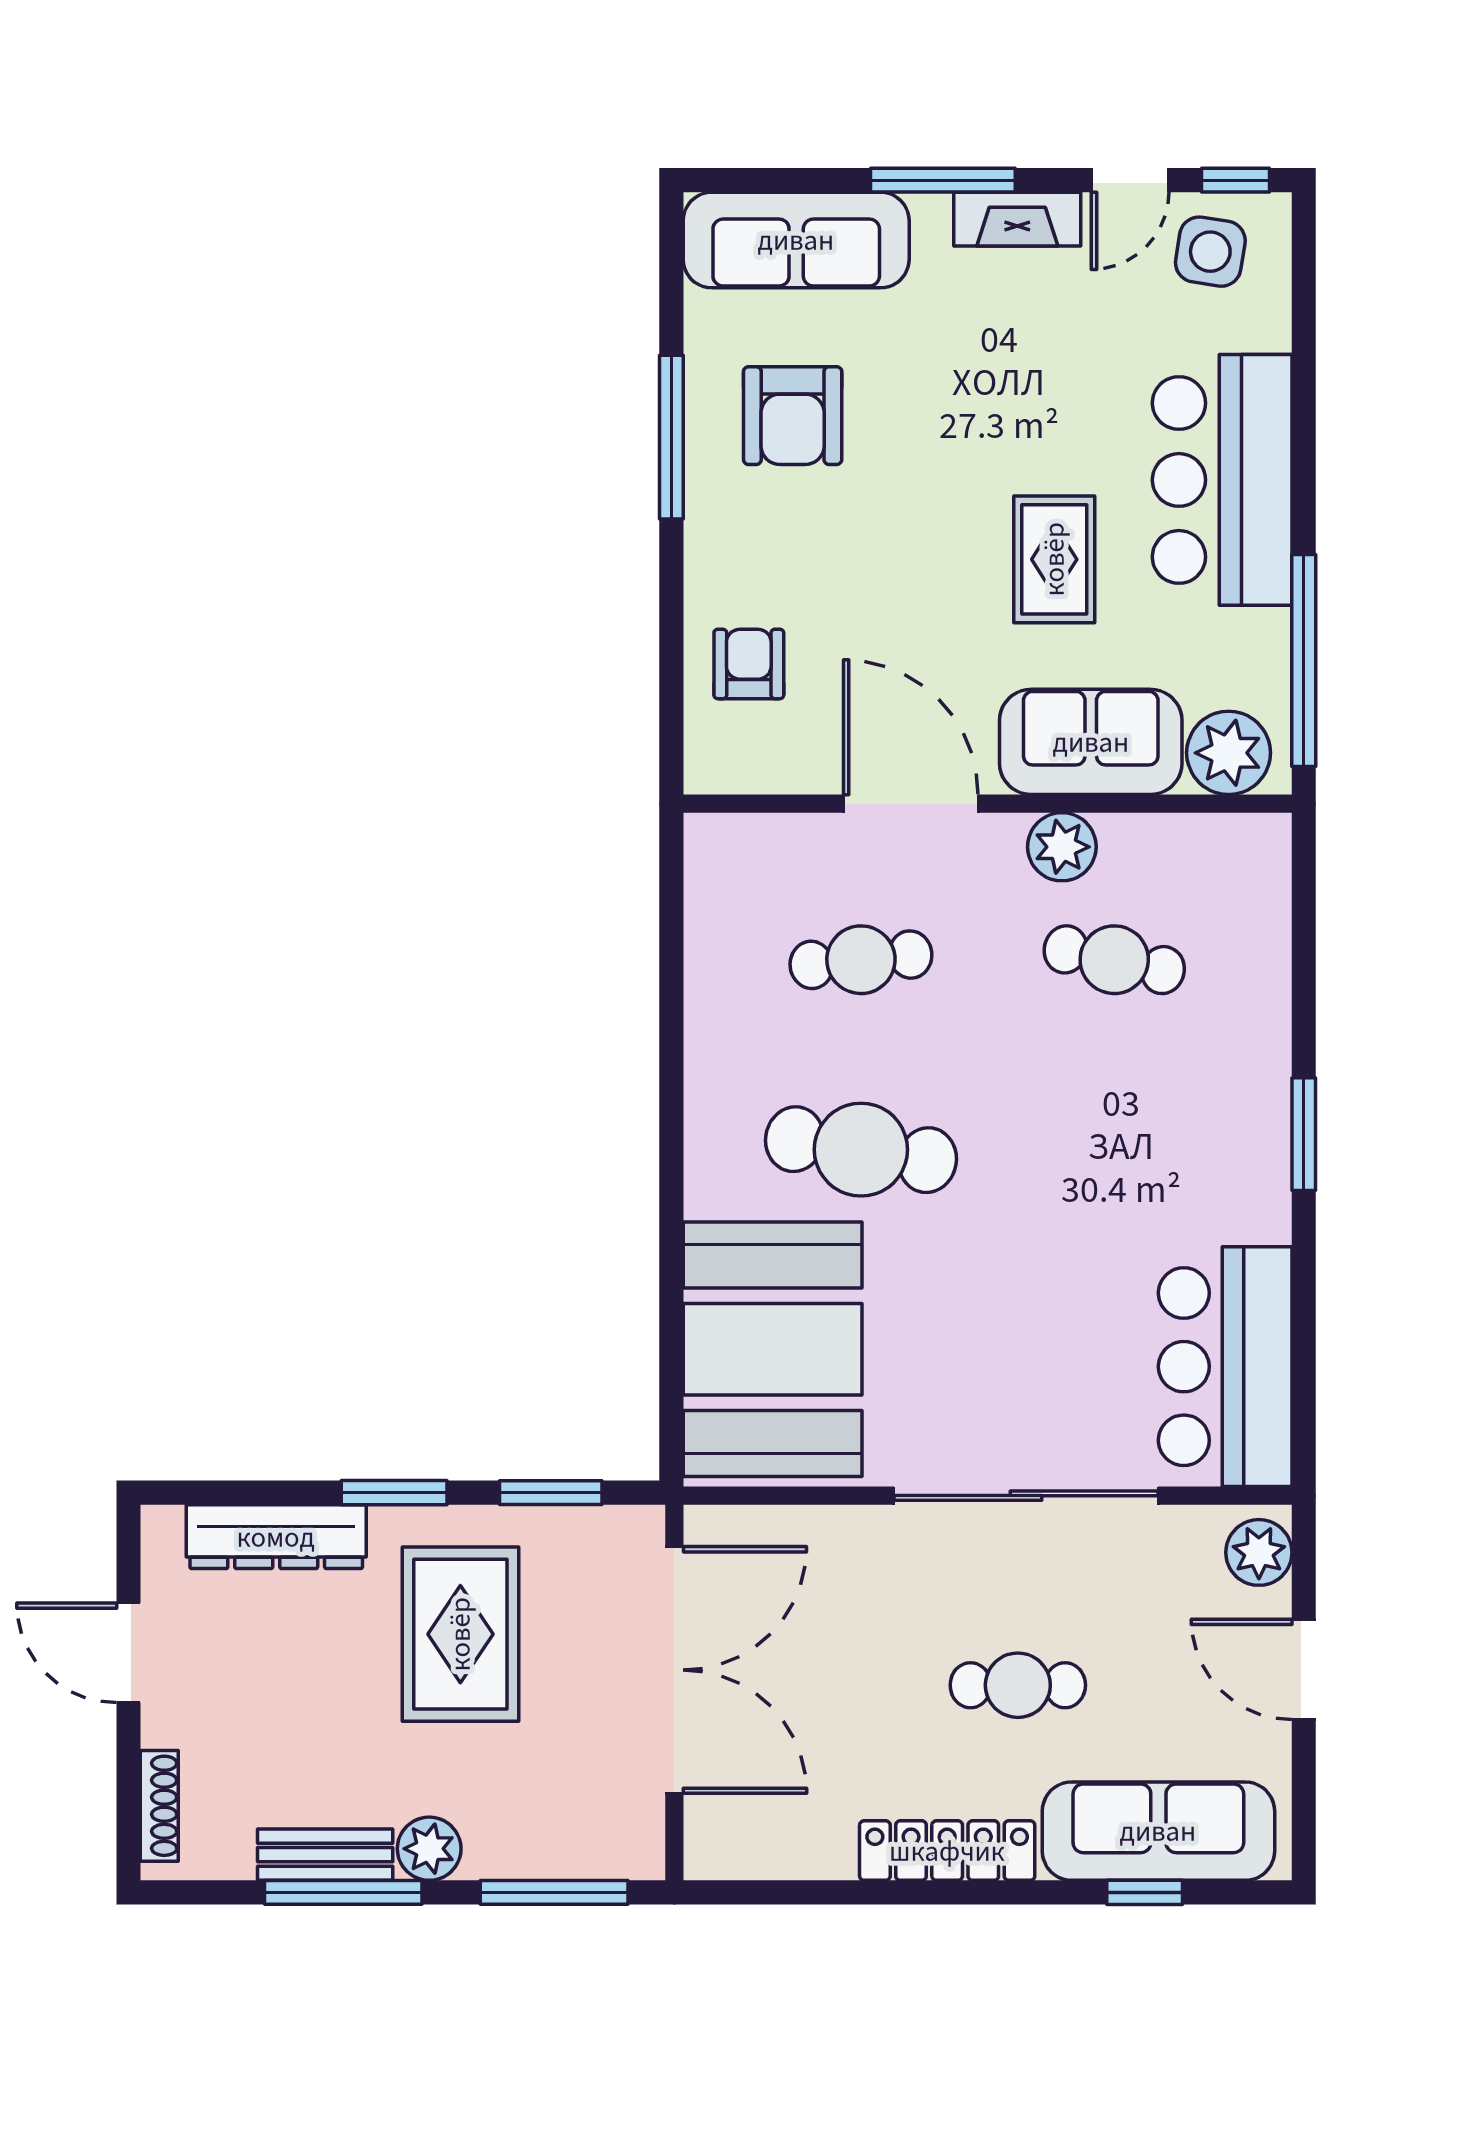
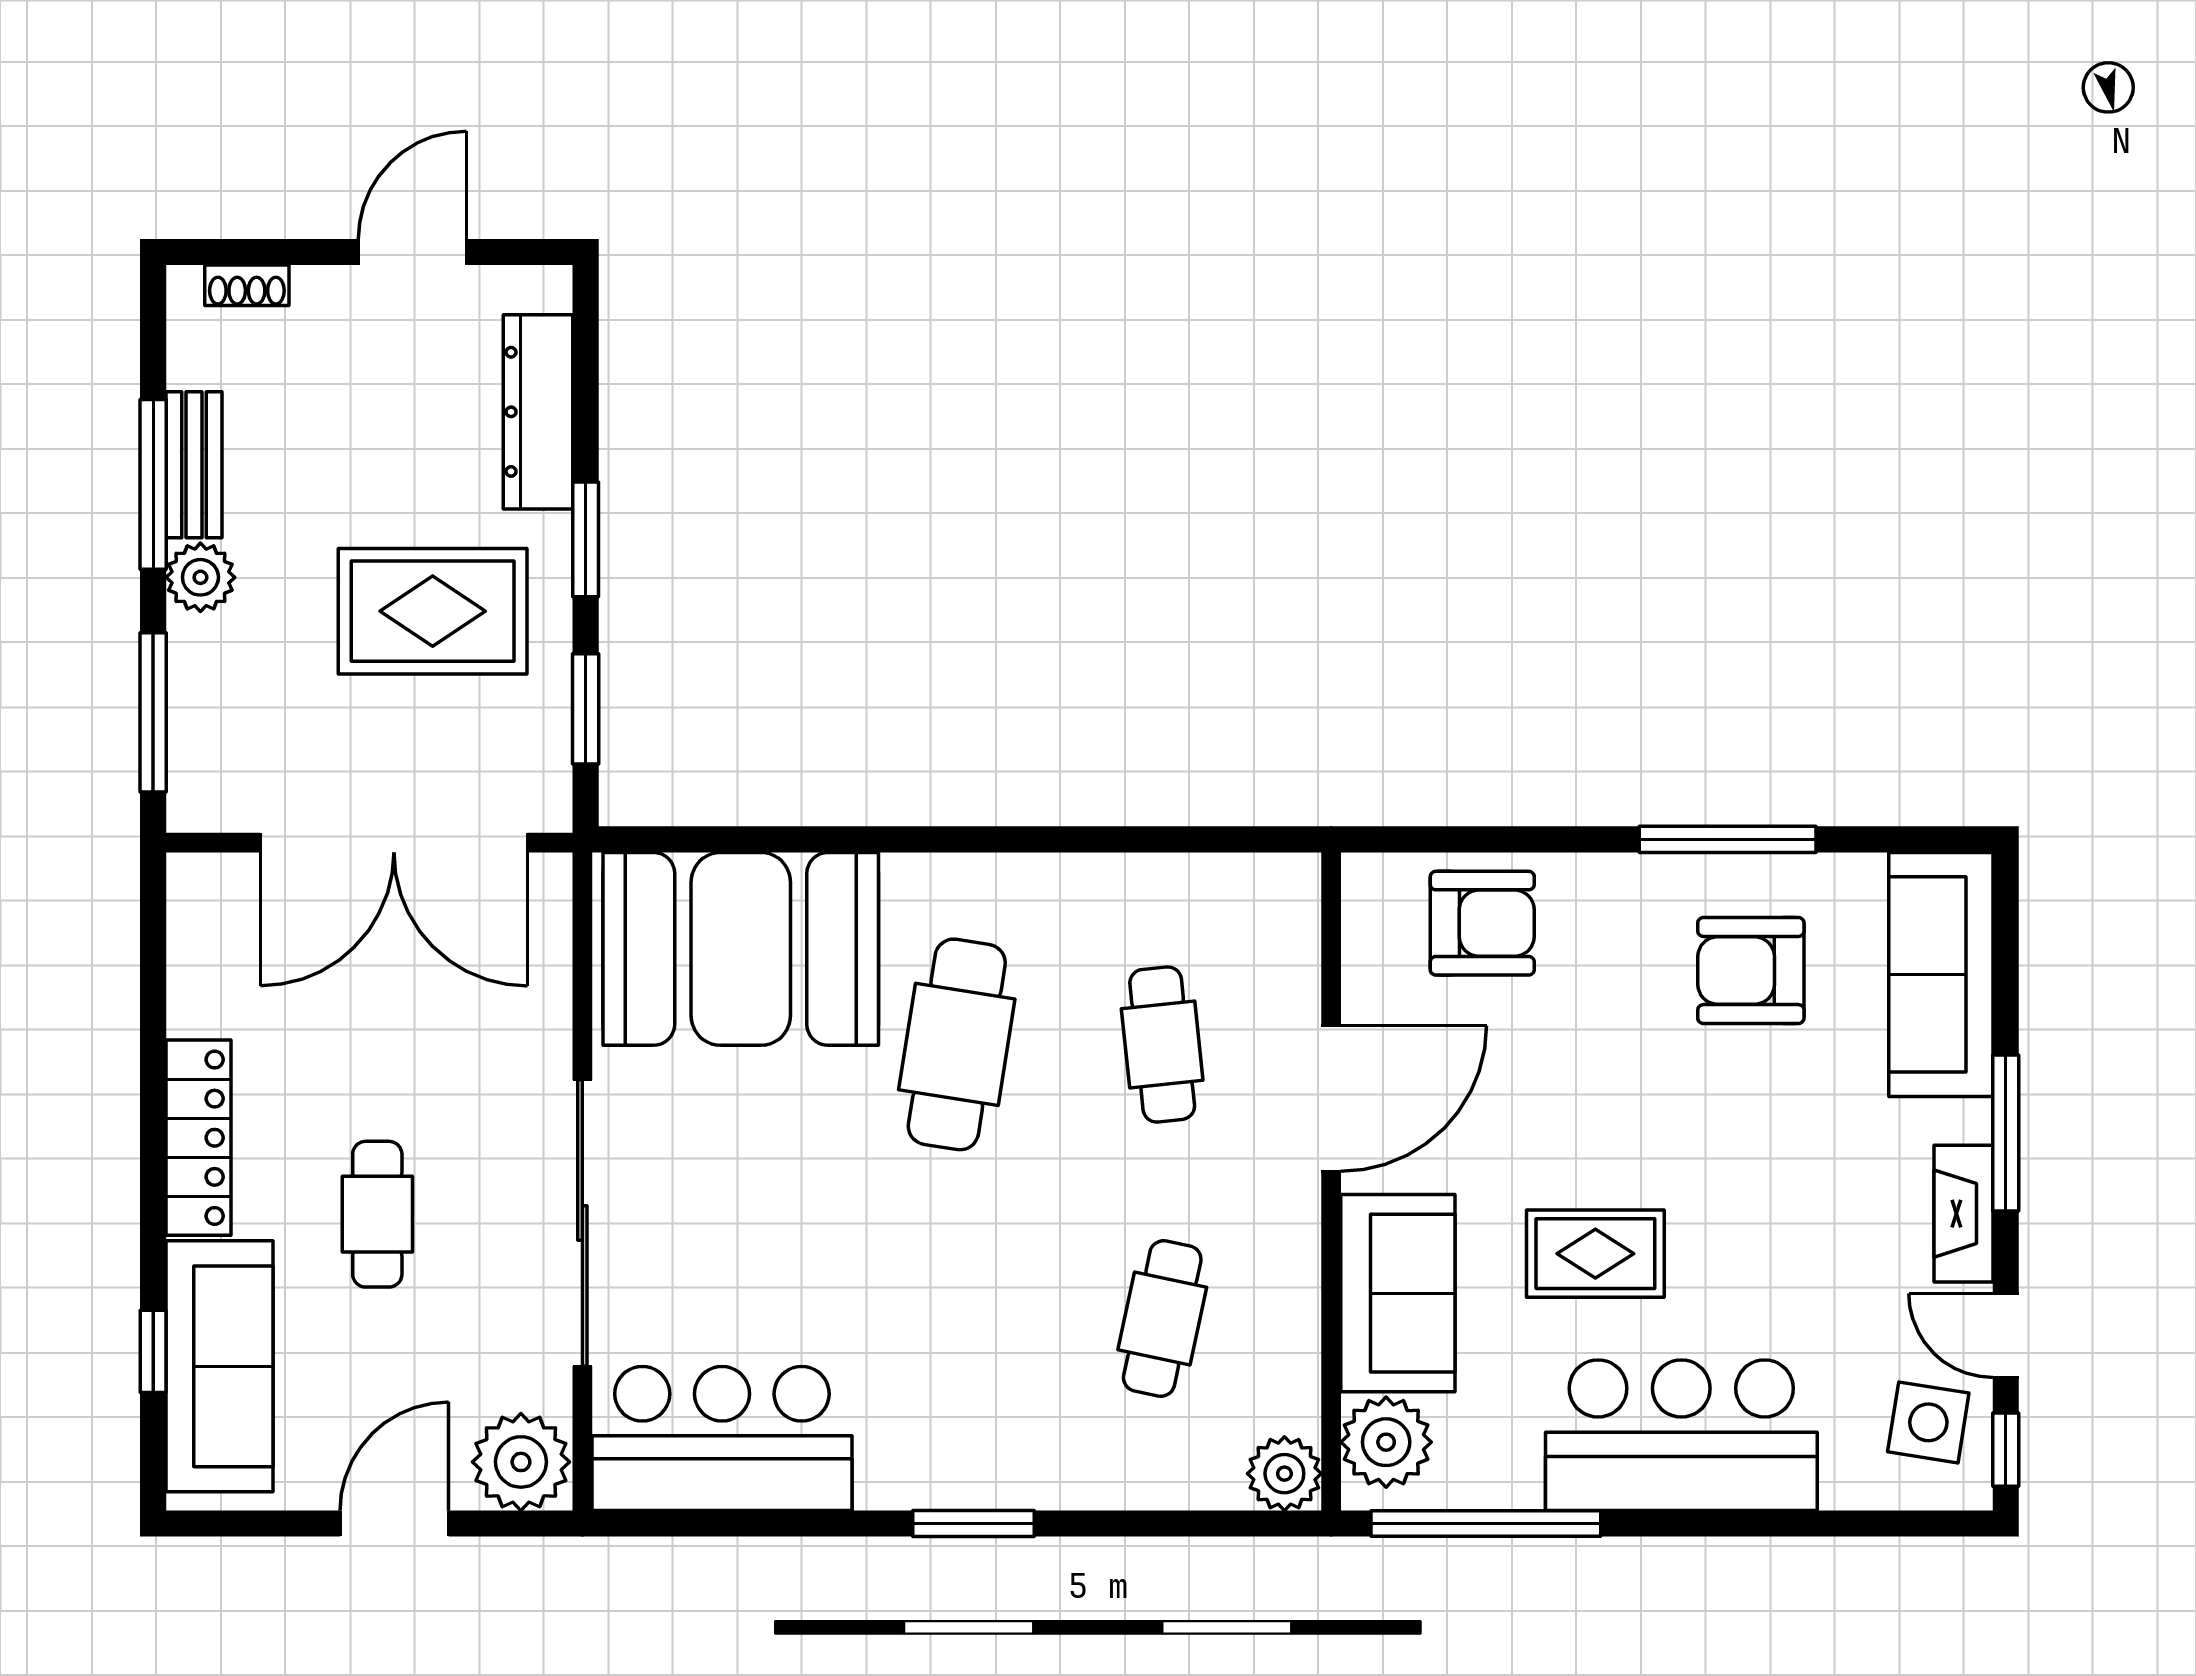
armchair: (749, 664) -> (1482, 923), width x1.38, depth x1.38
plant: (1062, 847) -> (1284, 1474), moved
plant: (1259, 1552) -> (521, 1462), width x1.36, depth x1.36
shoe rack: (159, 1806) -> (247, 285), width x0.70

